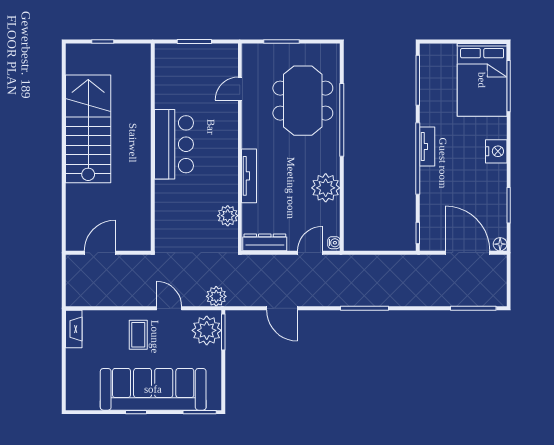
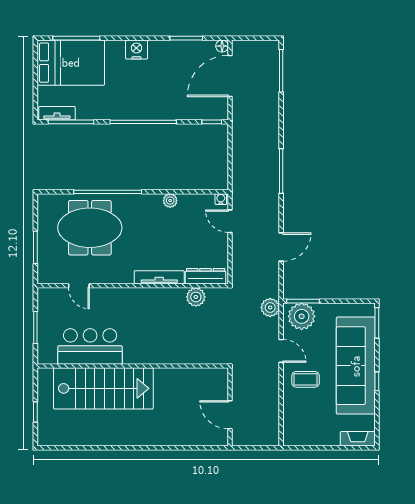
stairs: (88, 129) -> (103, 388), moved, turned 180
bar counter: (174, 144) -> (90, 346), moved
tv unit: (427, 147) -> (57, 113), moved
plant: (326, 188) -> (170, 201), width x0.53, depth x0.53
dresser: (265, 242) -> (206, 276), moved, turned 90
door: (169, 308) -> (281, 351), swing flipped
fireplace: (74, 329) -> (358, 439), moved

